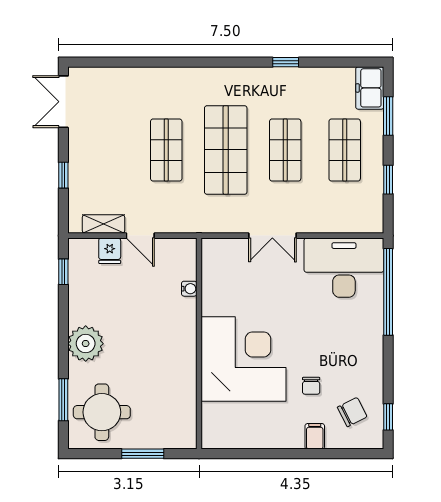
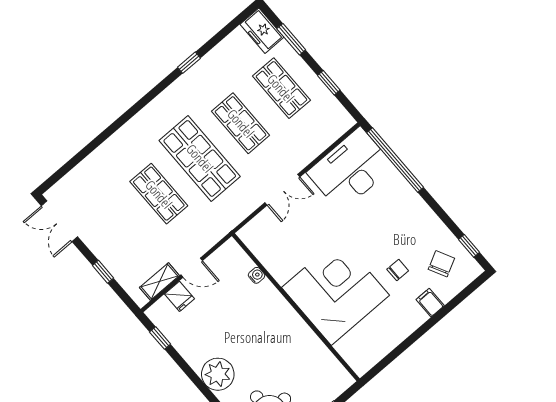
chair: (311, 386) -> (398, 270), turned -90

